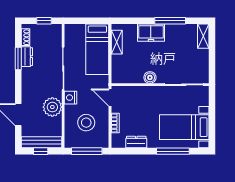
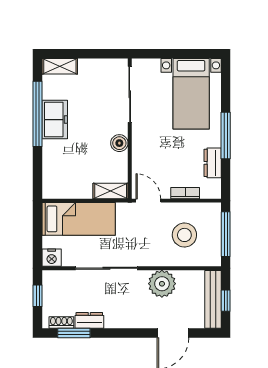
window: (170, 21) -> (38, 114), width x1.46
freezer: (151, 33) -> (55, 120), moved
shelving: (117, 42) -> (111, 191), moved
window: (18, 59) -> (74, 333), moved
nightstand: (70, 98) -> (52, 258), moved
door: (110, 98) -> (148, 201), swing flipped
window: (173, 151) -> (226, 135), moved

